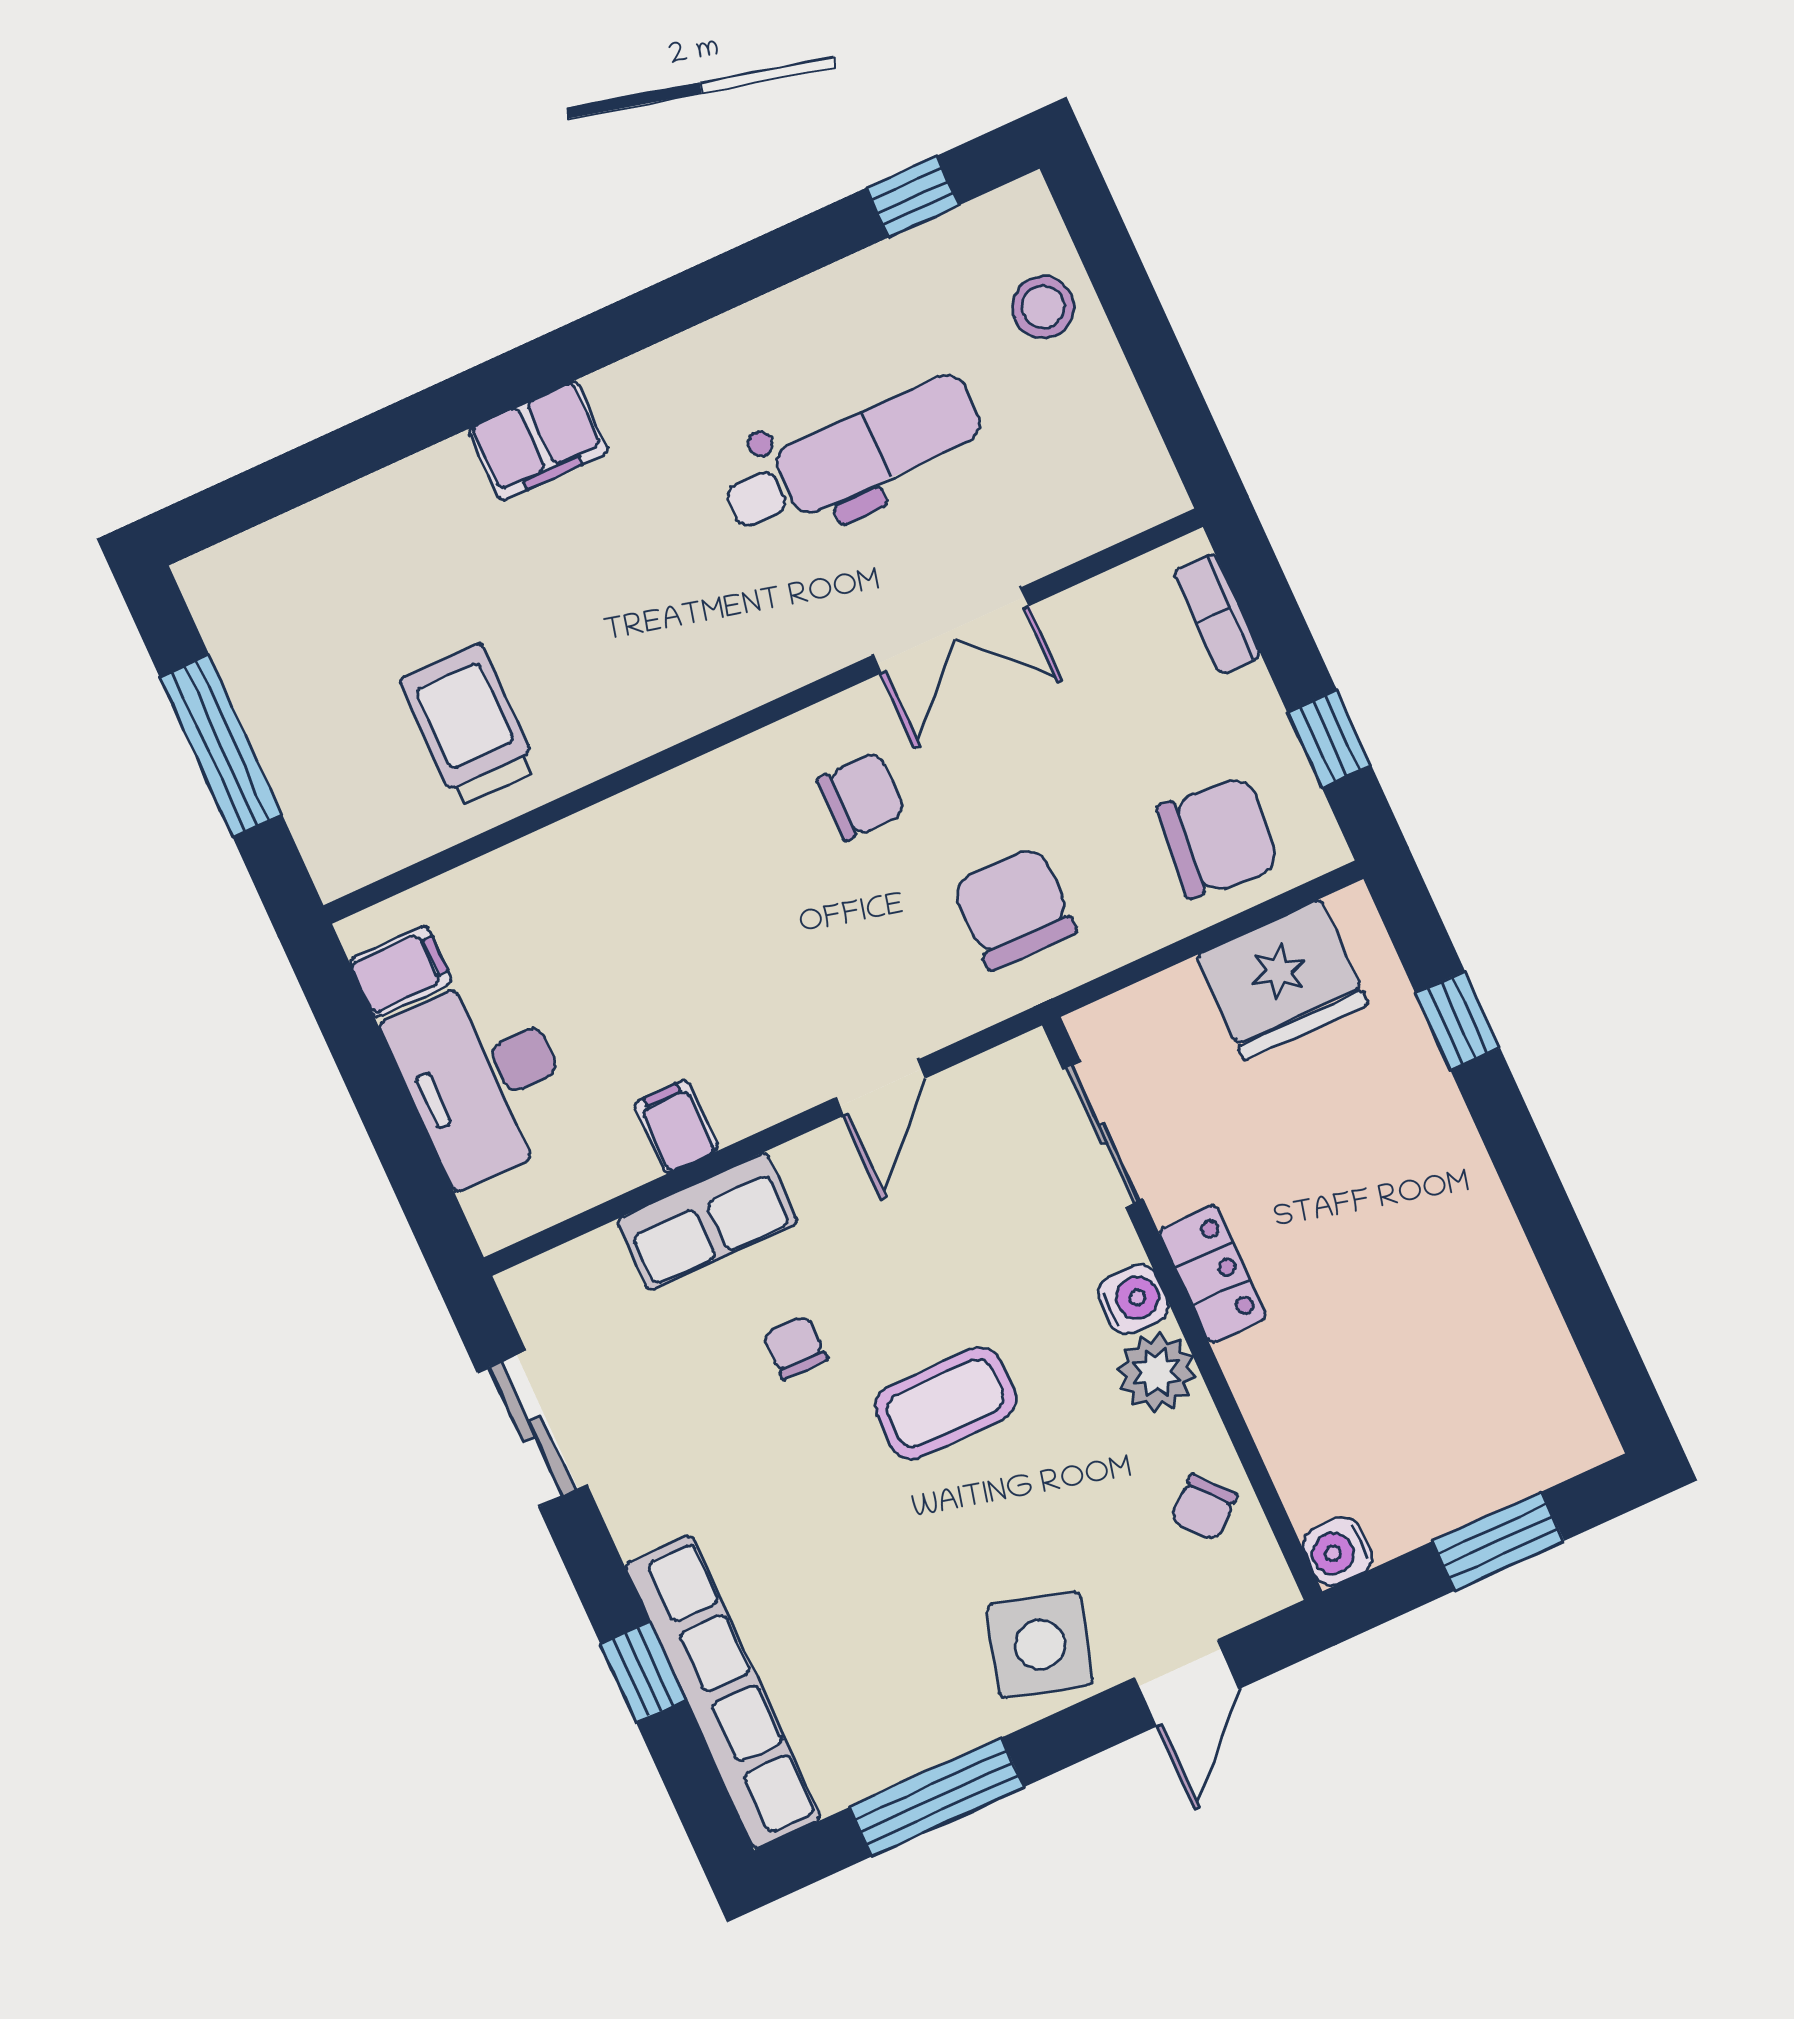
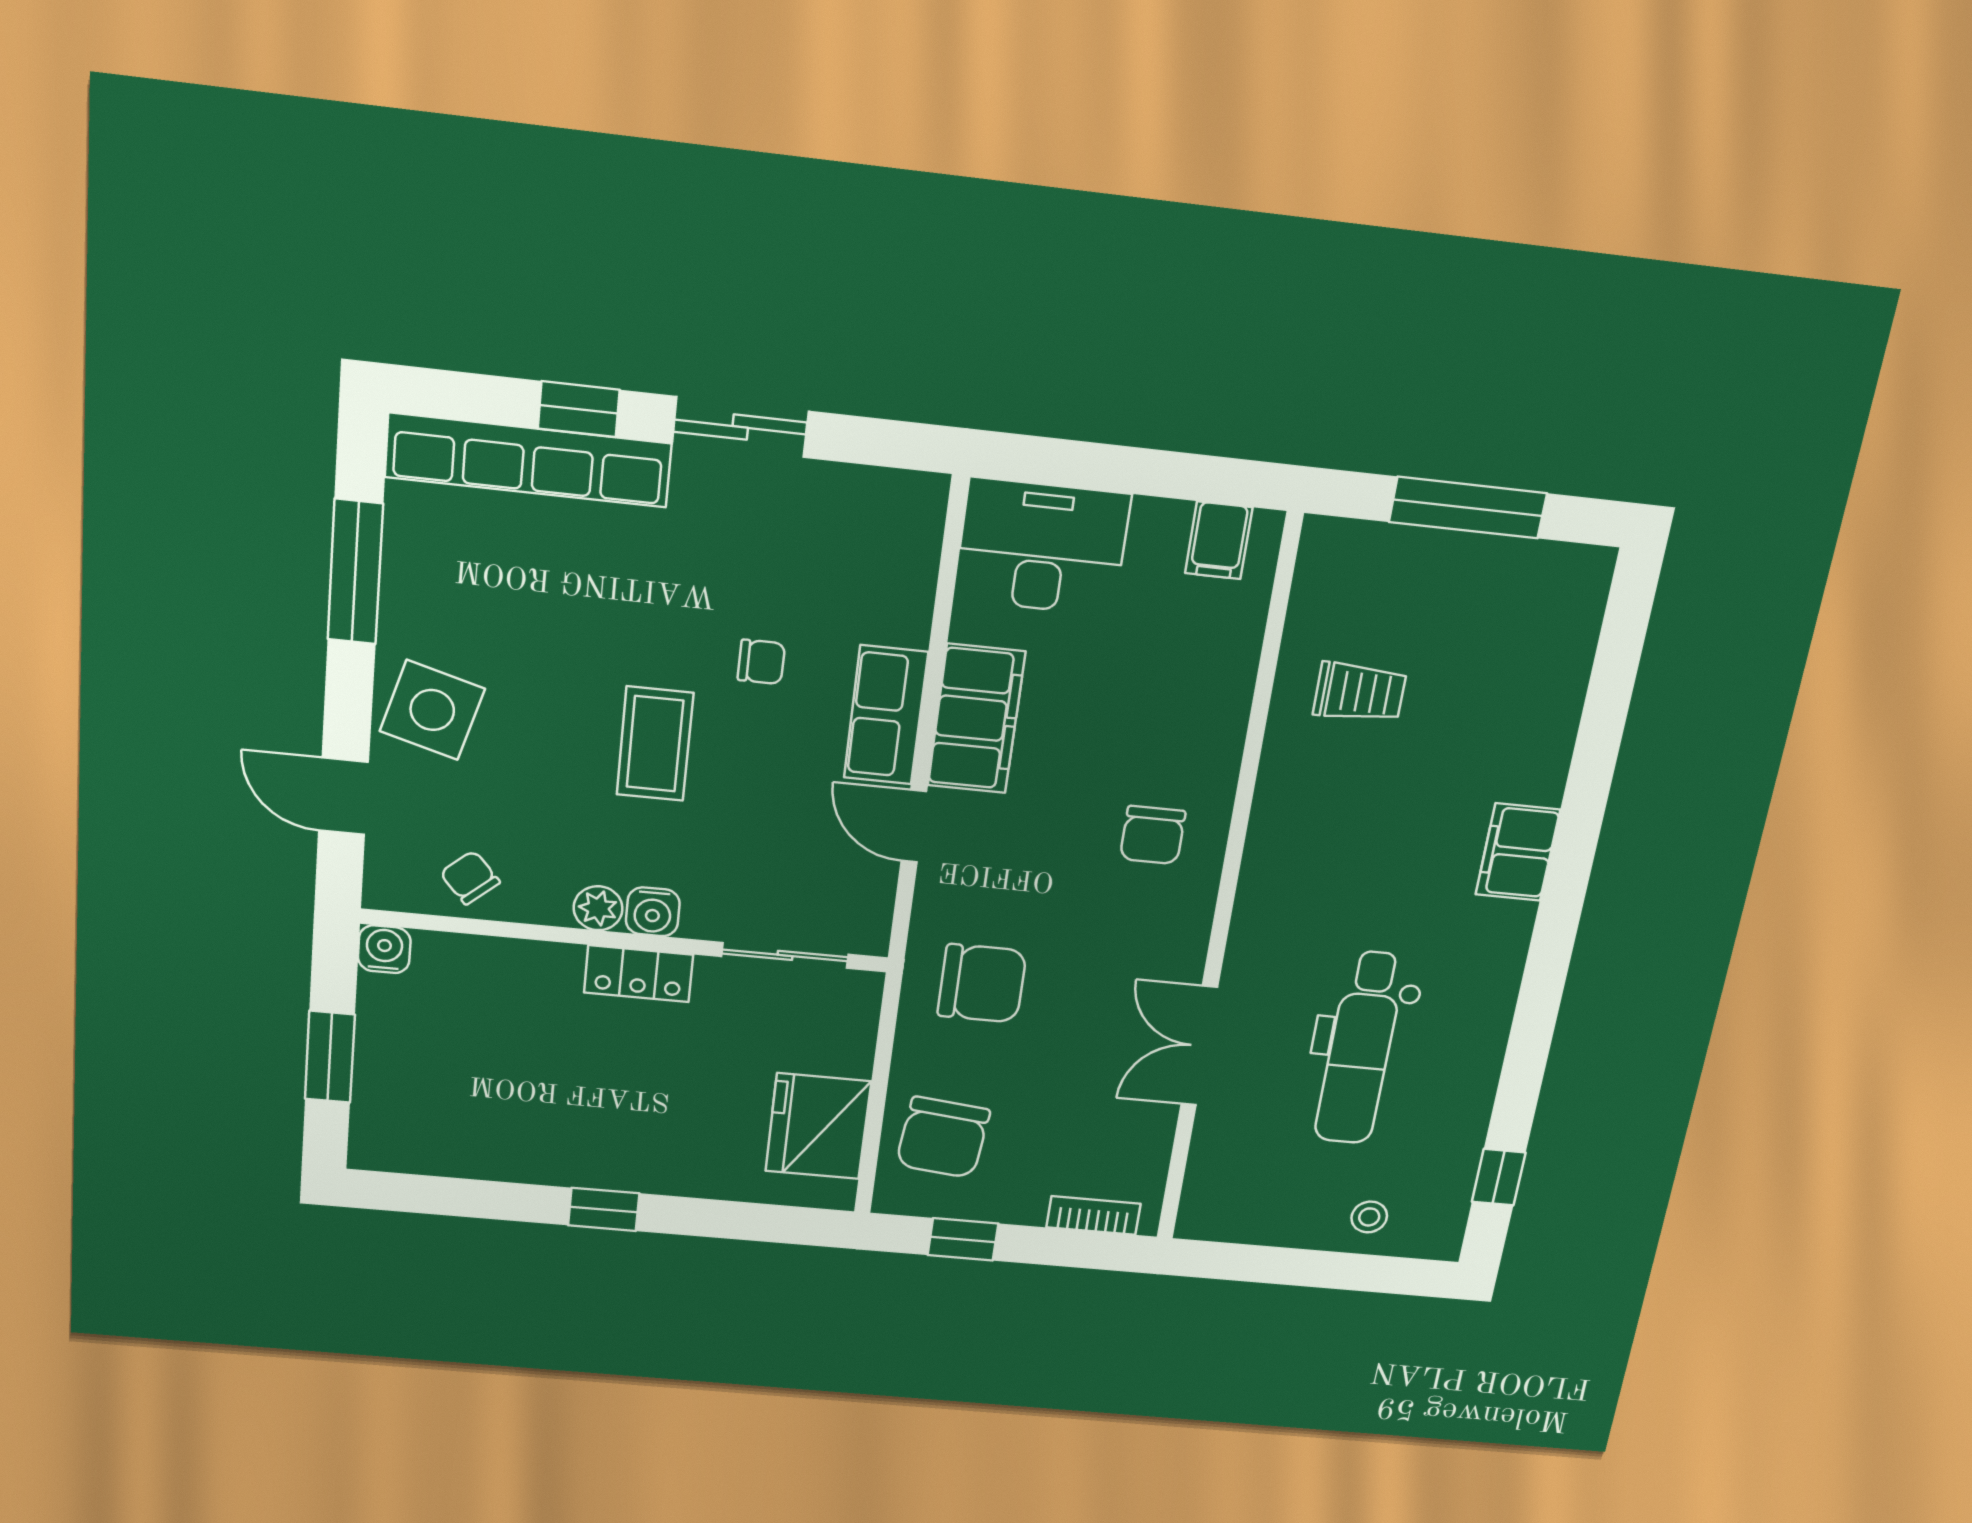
stool: (1043, 307) -> (1369, 1217), width x0.73, depth x0.73
trolley: (469, 725) -> (1360, 692), width x0.73, depth x0.72
chair: (861, 796) -> (1153, 835), moved
window: (1458, 1020) -> (604, 1209), moved
desk: (483, 1078) -> (1042, 547), moved
filing cabinet: (676, 1126) -> (976, 719), width x3.00, depth x1.17
row of seats: (707, 1221) -> (886, 715), moved
plant: (1157, 1372) -> (598, 908), width x0.73, depth x0.73
sliding door: (532, 1429) -> (740, 427), moved

